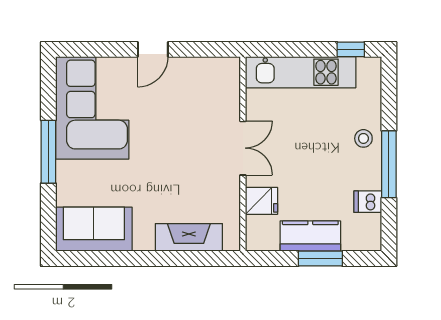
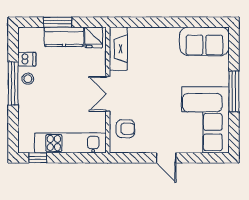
door: (153, 49) -> (166, 158), swing flipped
armchair: (216, 94) -> (125, 129), added
stool: (363, 138) -> (28, 79), moved
fridge: (261, 201) -> (94, 37), moved, turned -90
fireplace: (189, 237) -> (118, 49), moved, turned -90

